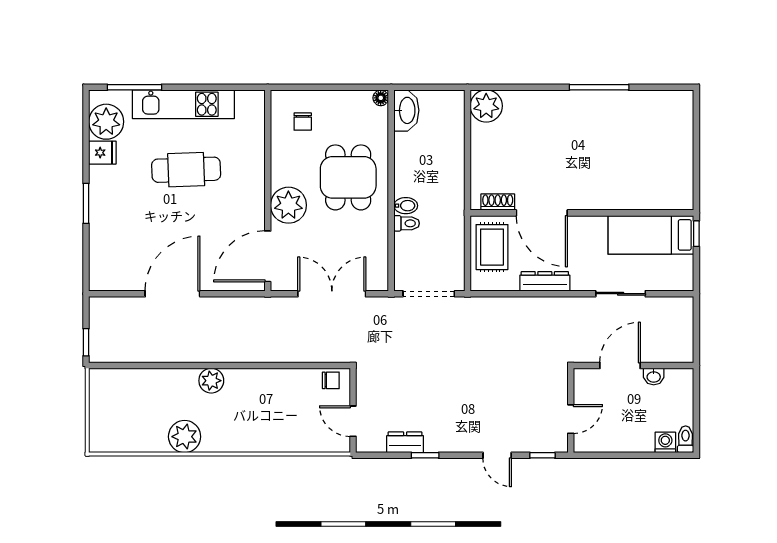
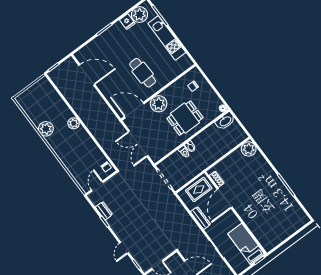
cafe table: (186, 170) -> (143, 73), moved
door: (172, 294) -> (87, 75), moved
double door: (332, 294) -> (138, 144), swing flipped

